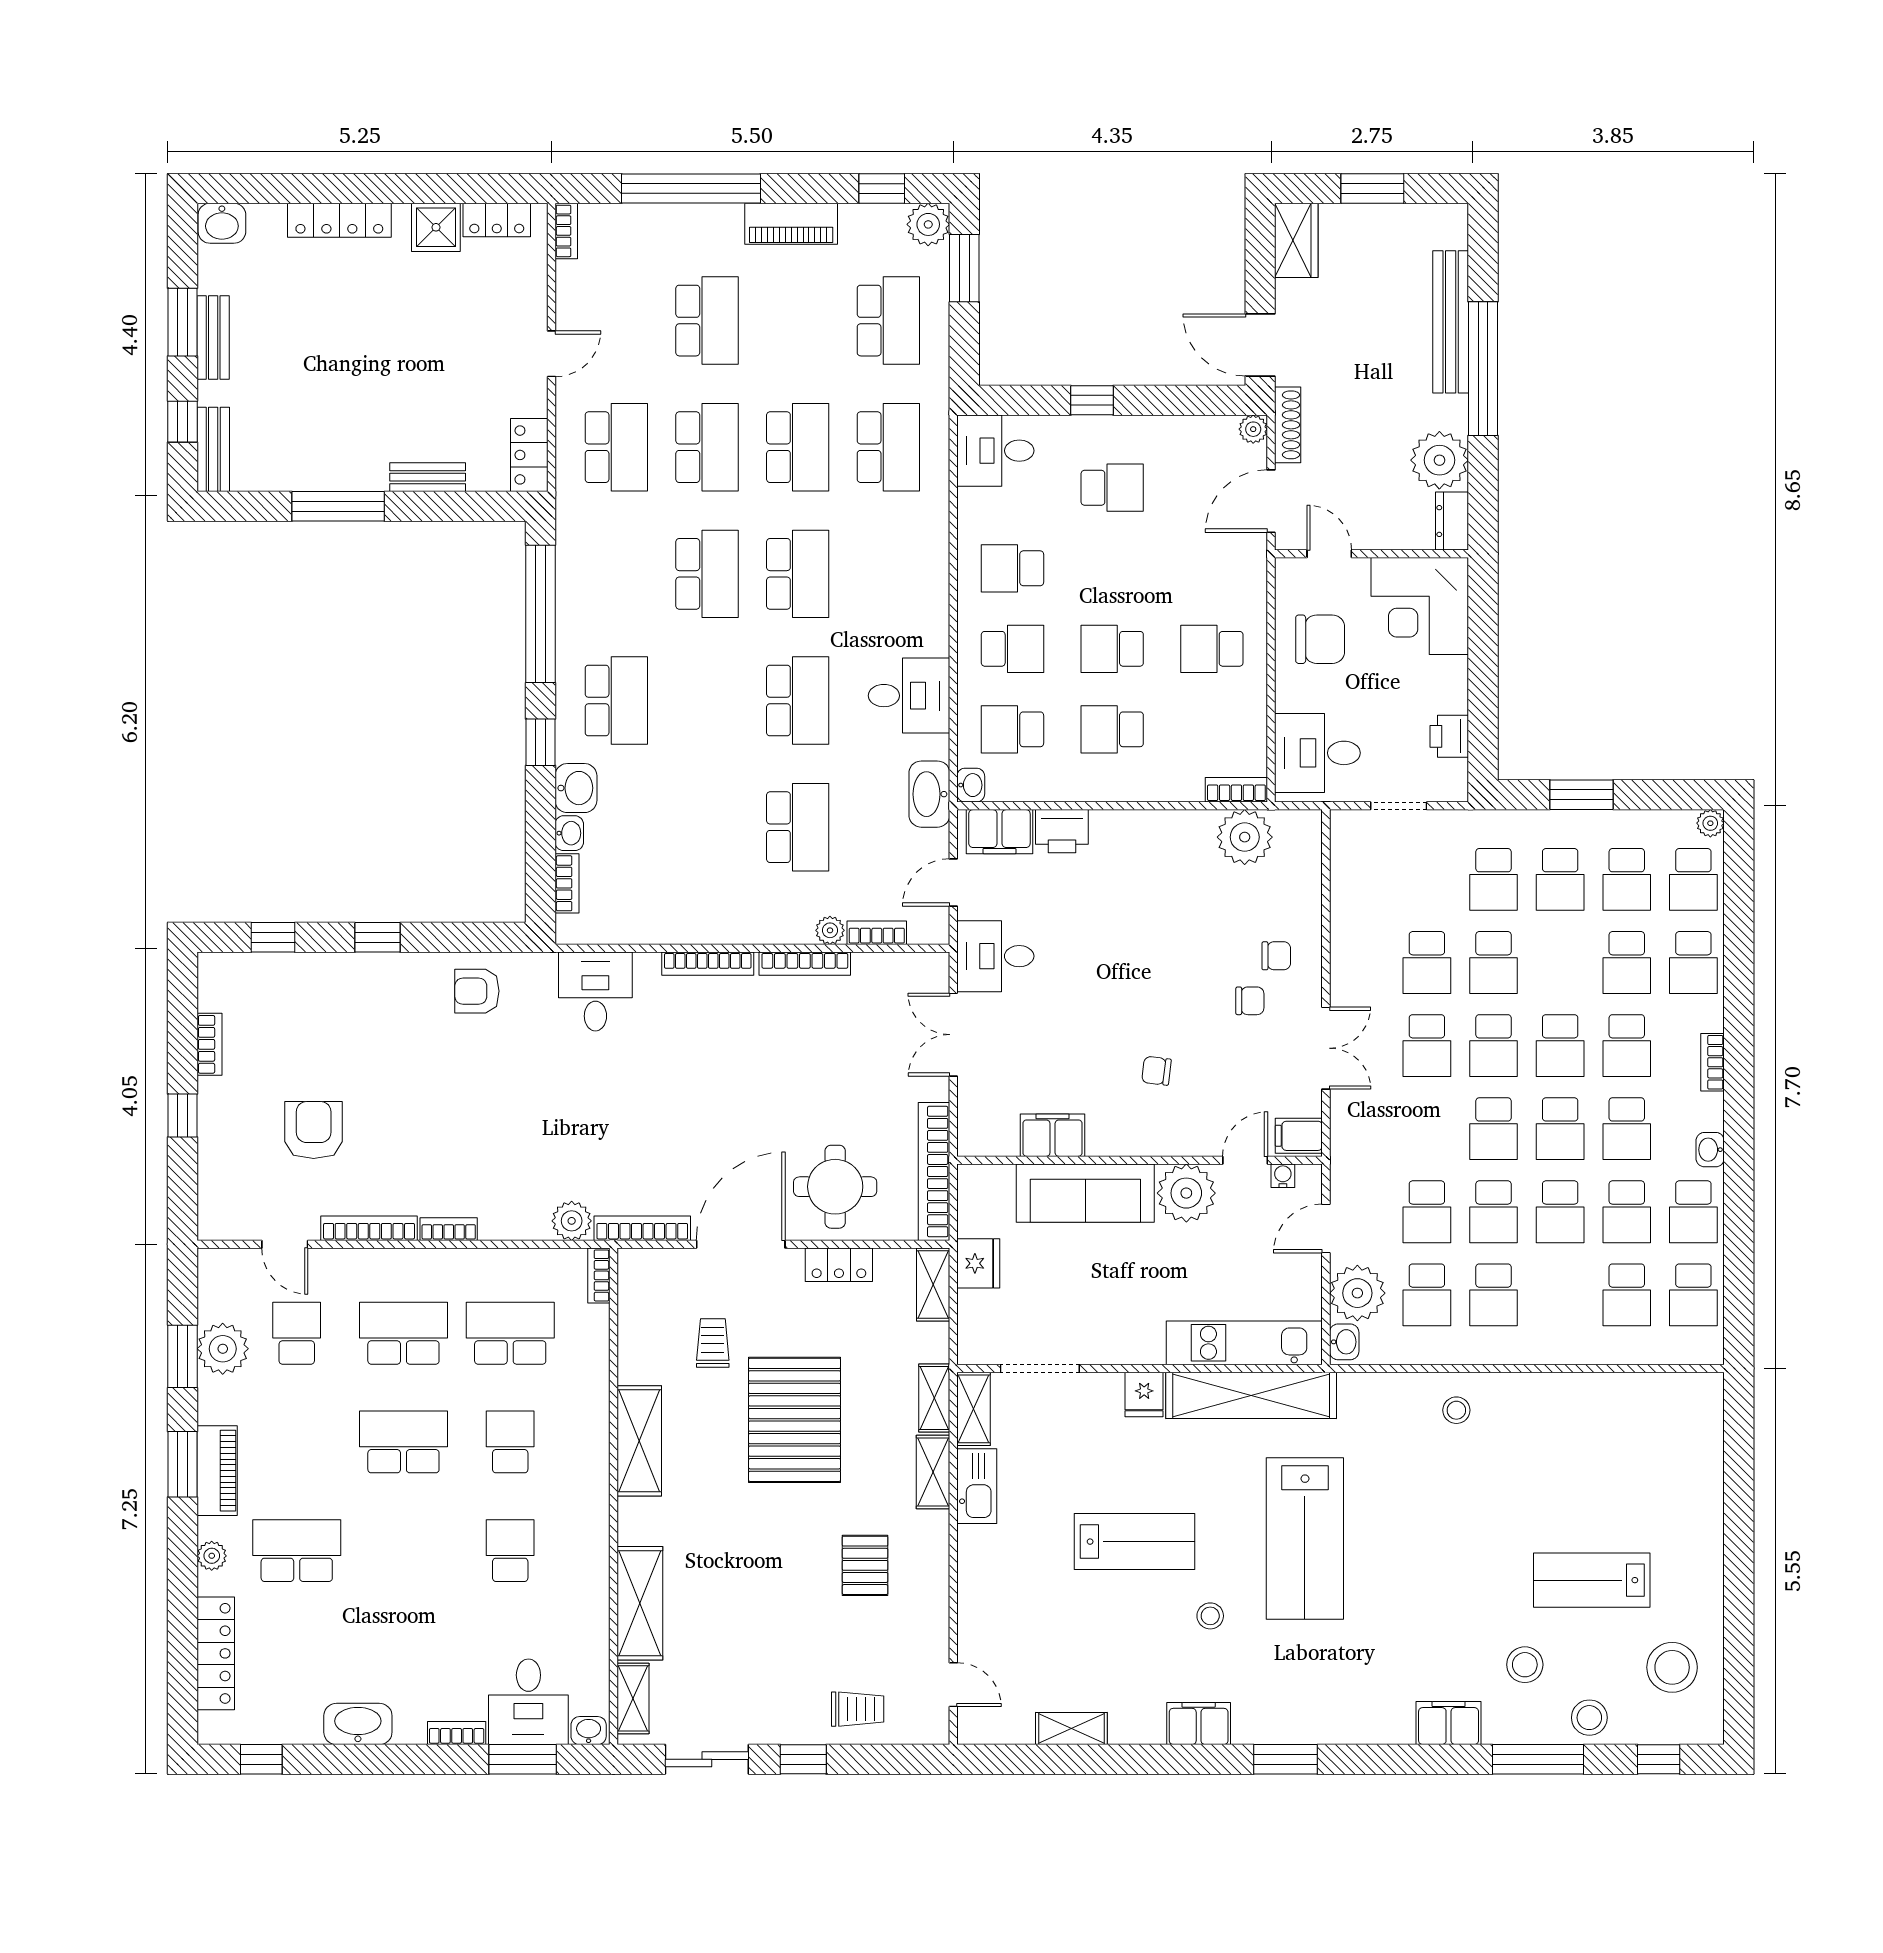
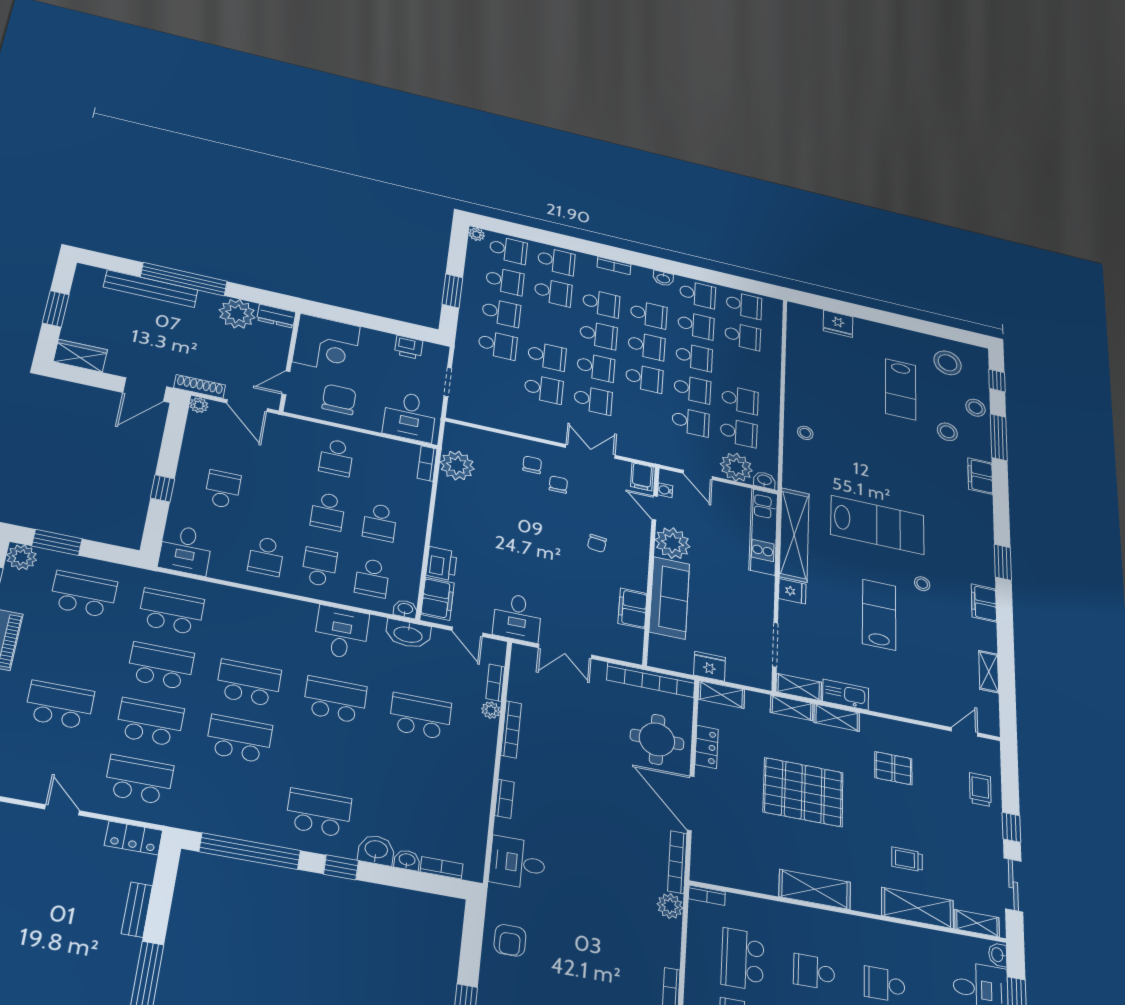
bookcase: (708, 964) -> (504, 799), width x0.64
trolley: (713, 1343) -> (907, 859), moved
fridge: (1701, 1465) -> (838, 324), added

